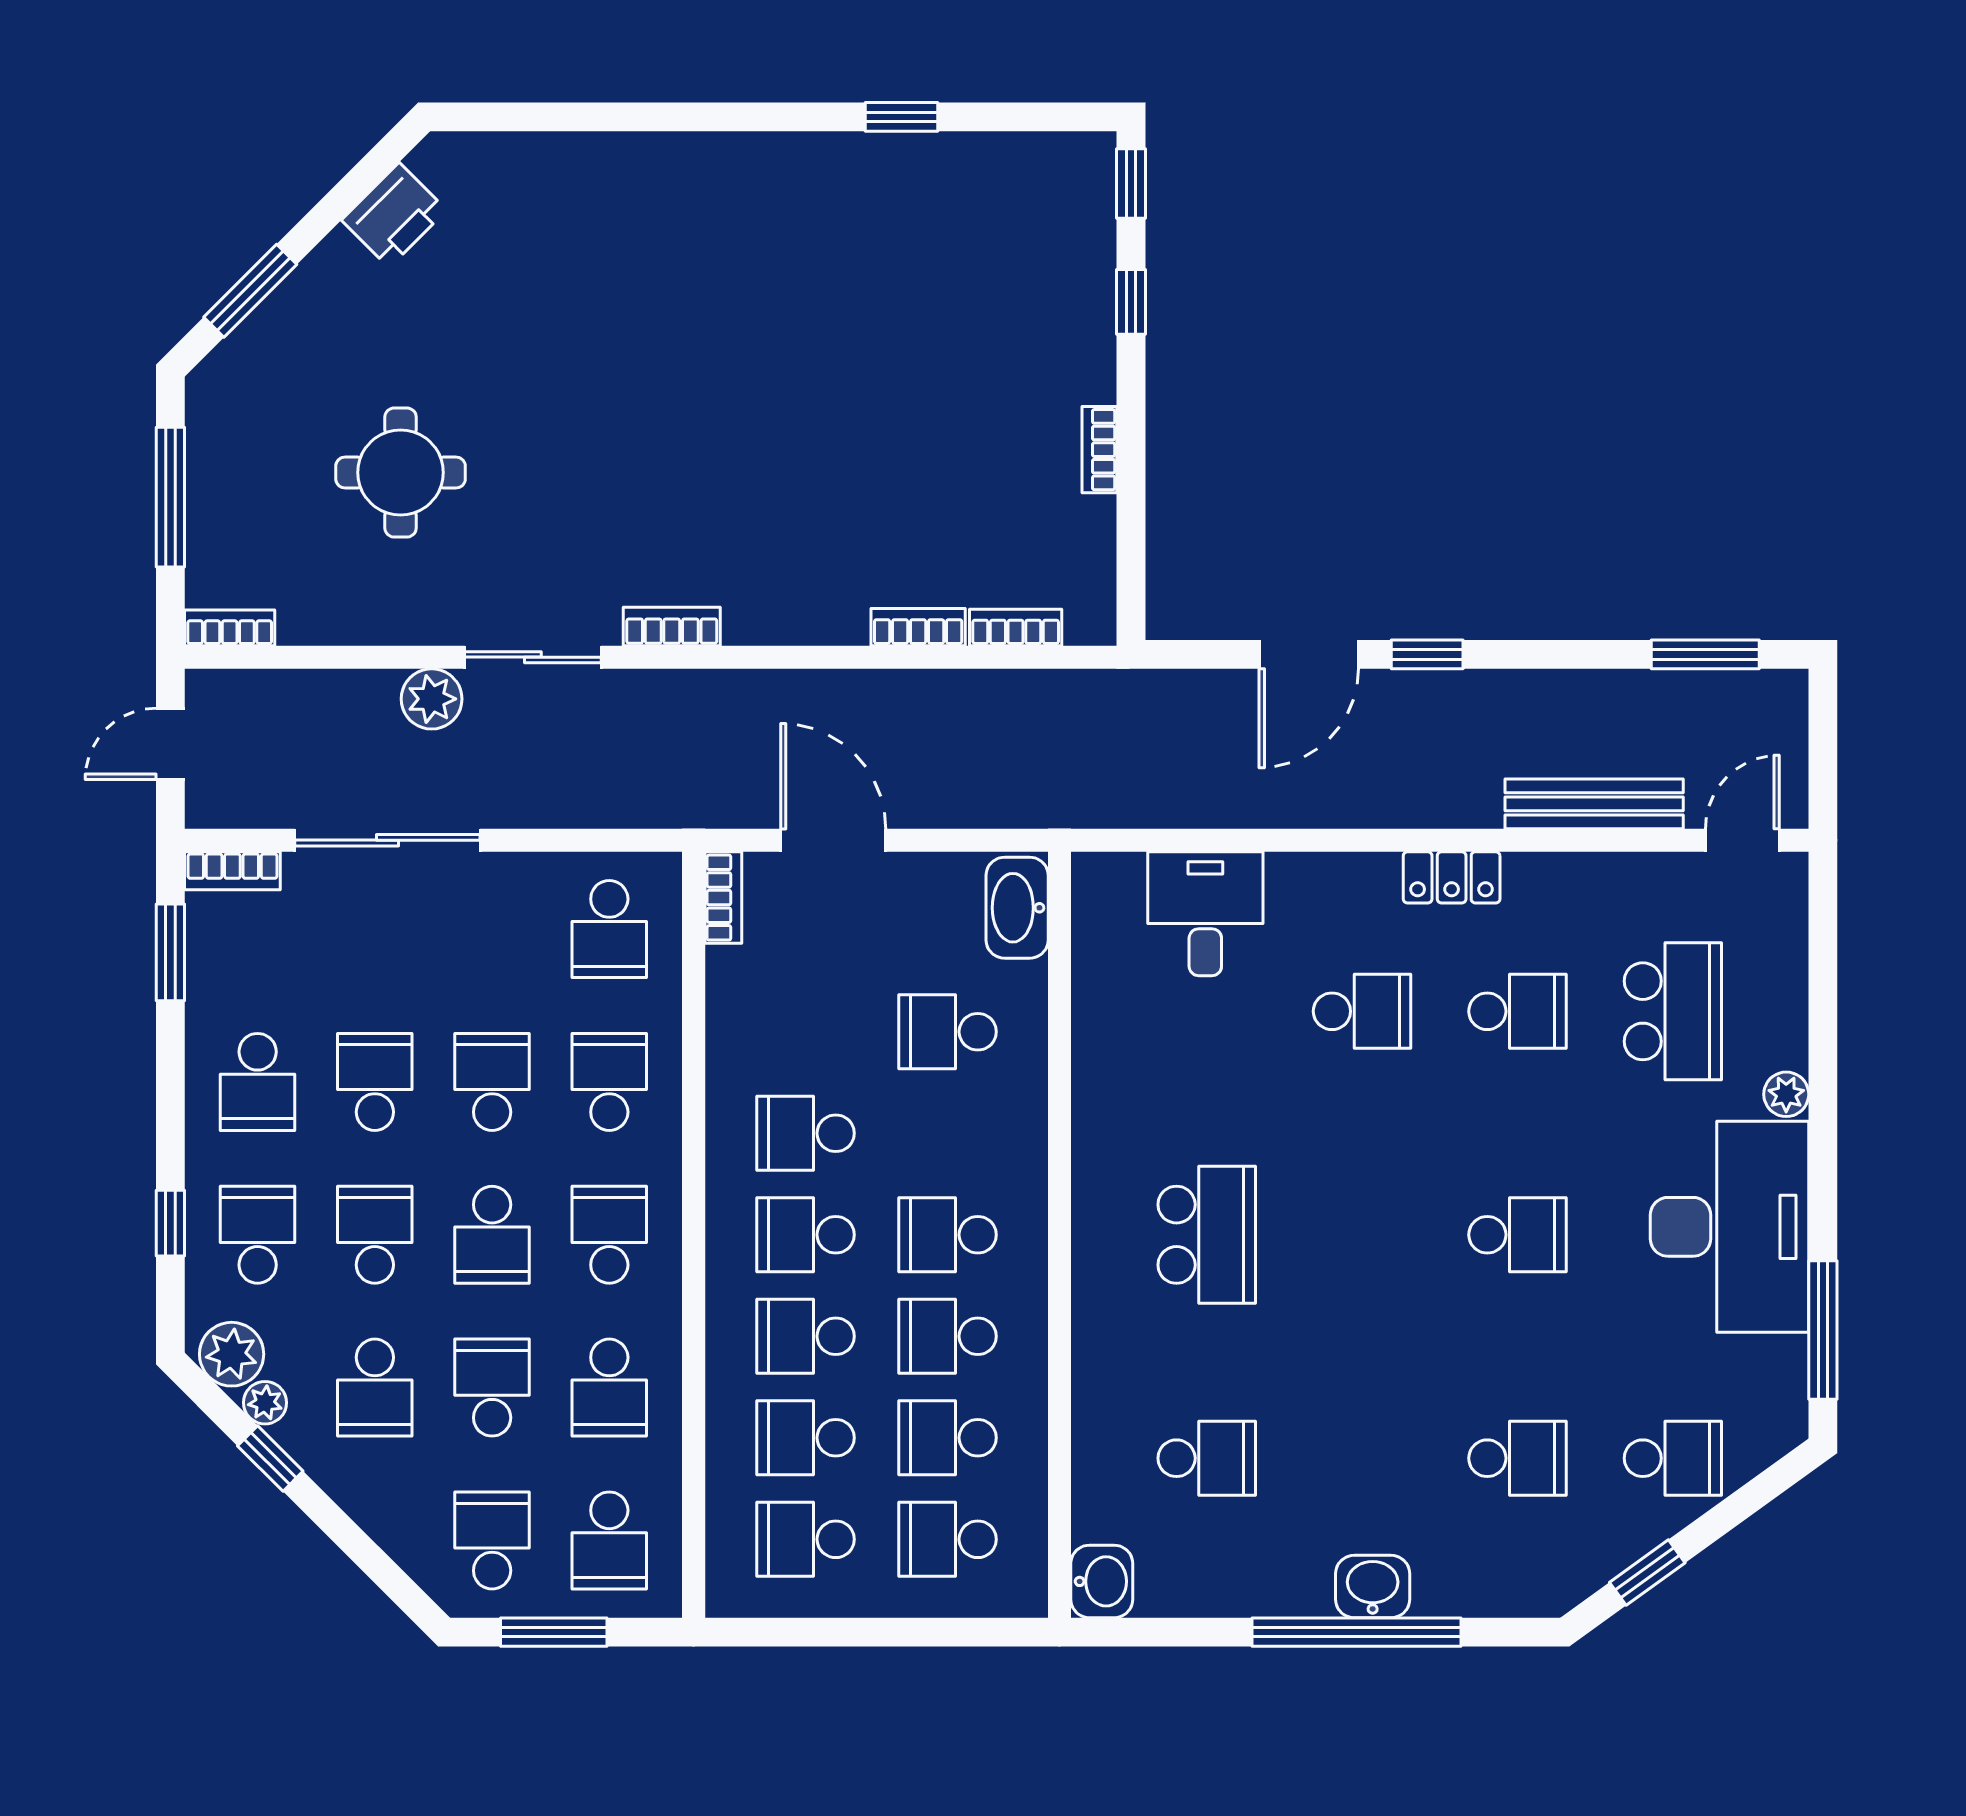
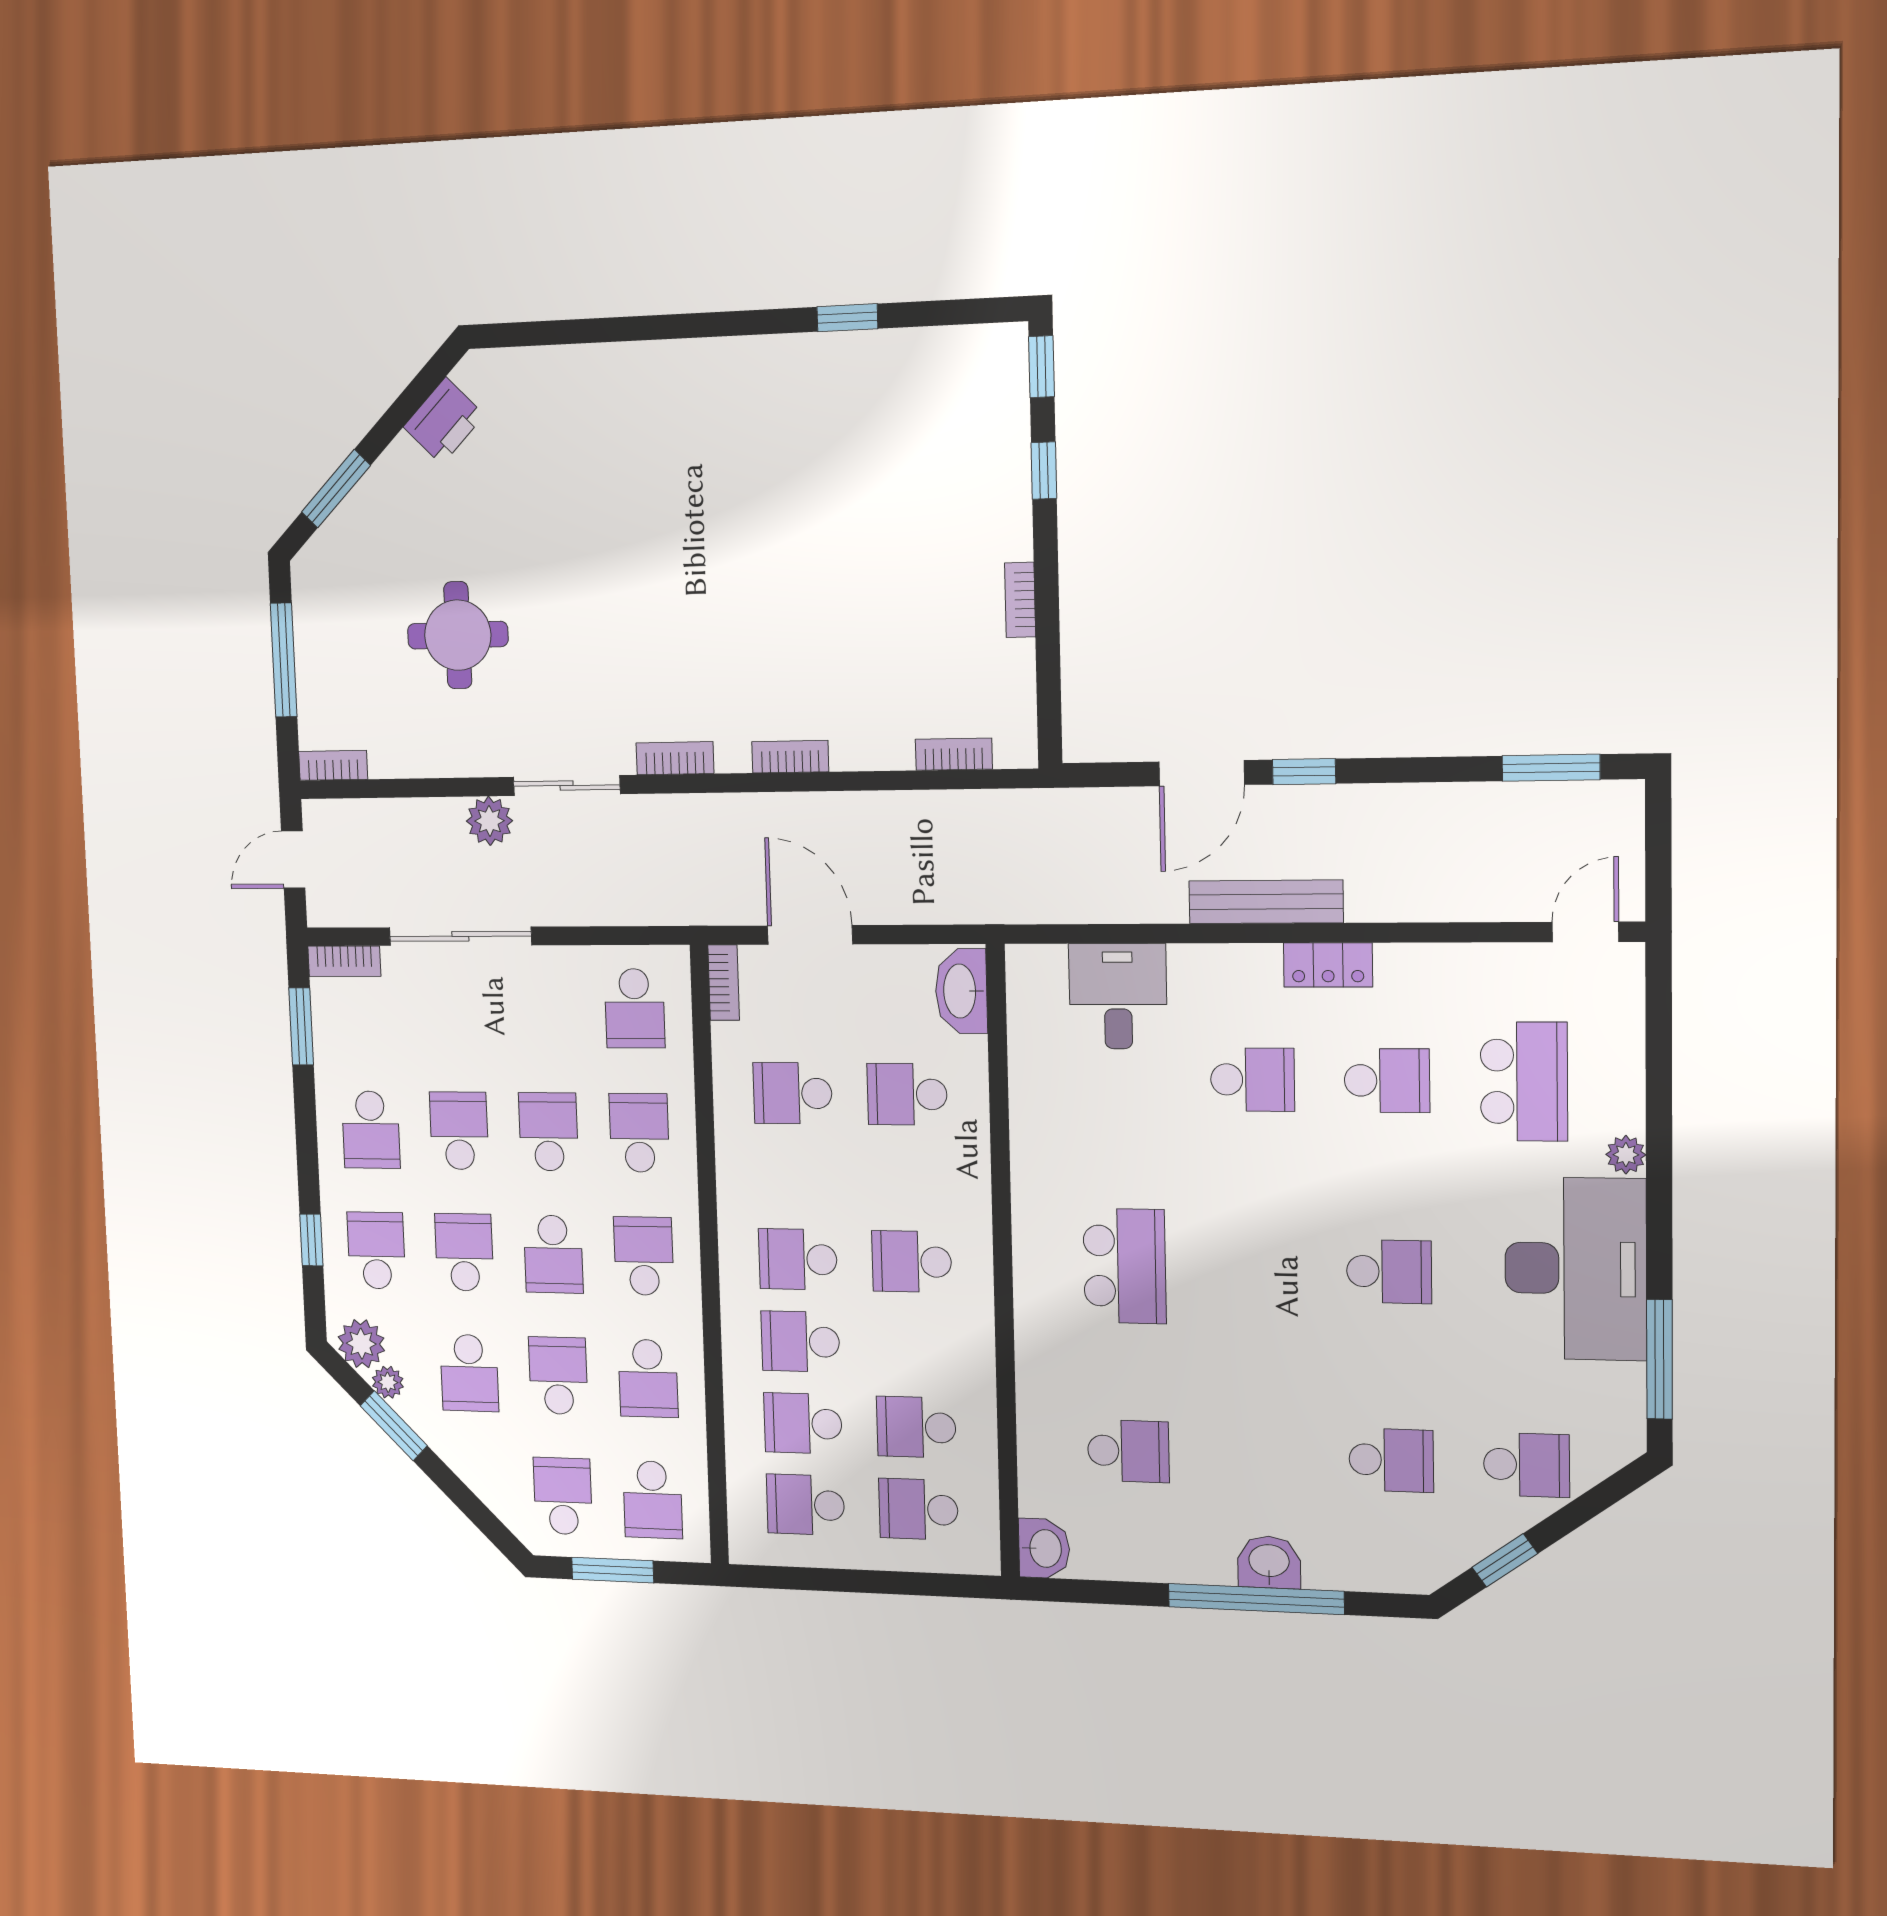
bookcase: (918, 627) -> (790, 757), moved
bench: (1594, 804) -> (1266, 902), moved
school desk: (806, 1133) -> (793, 1093), moved
school desk: (948, 1336) -> (914, 1345), removed
window: (270, 1458) -> (394, 1426), width x1.50

